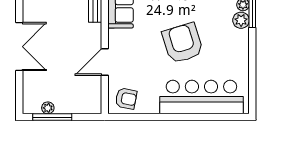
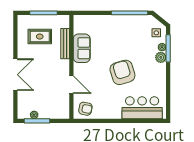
door: (105, 62) -> (71, 85), swing flipped
bar counter: (201, 97) -> (142, 108), width x0.73

